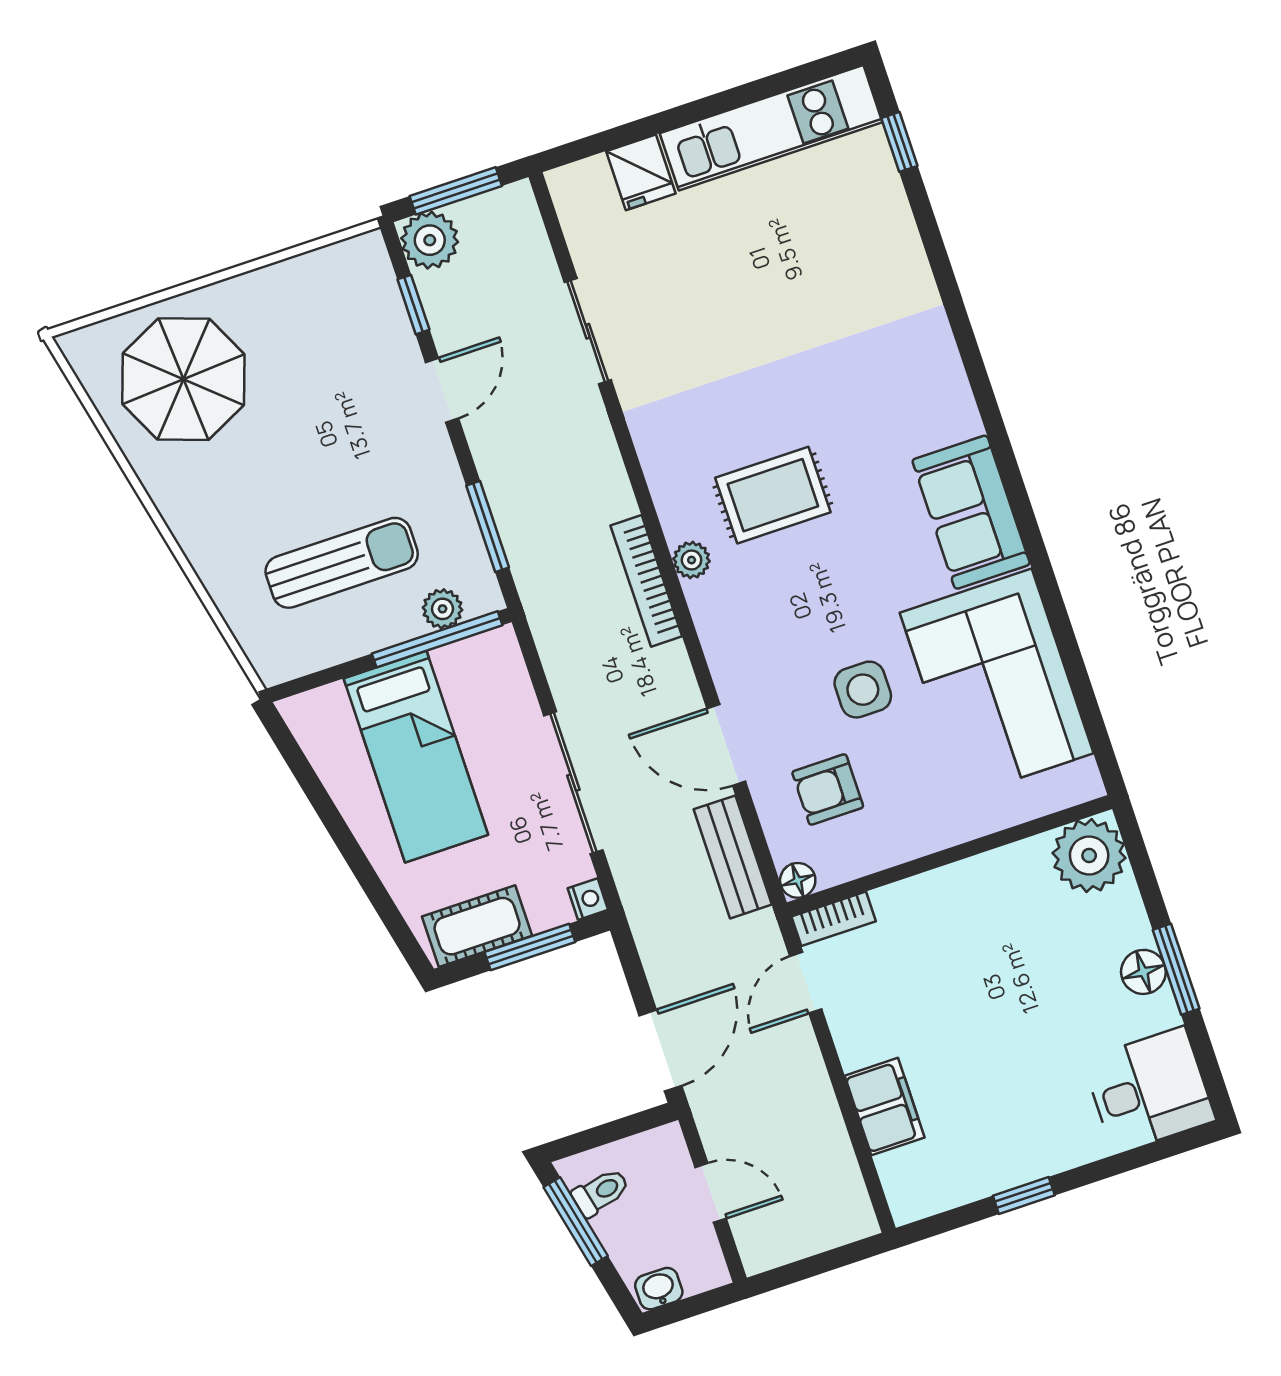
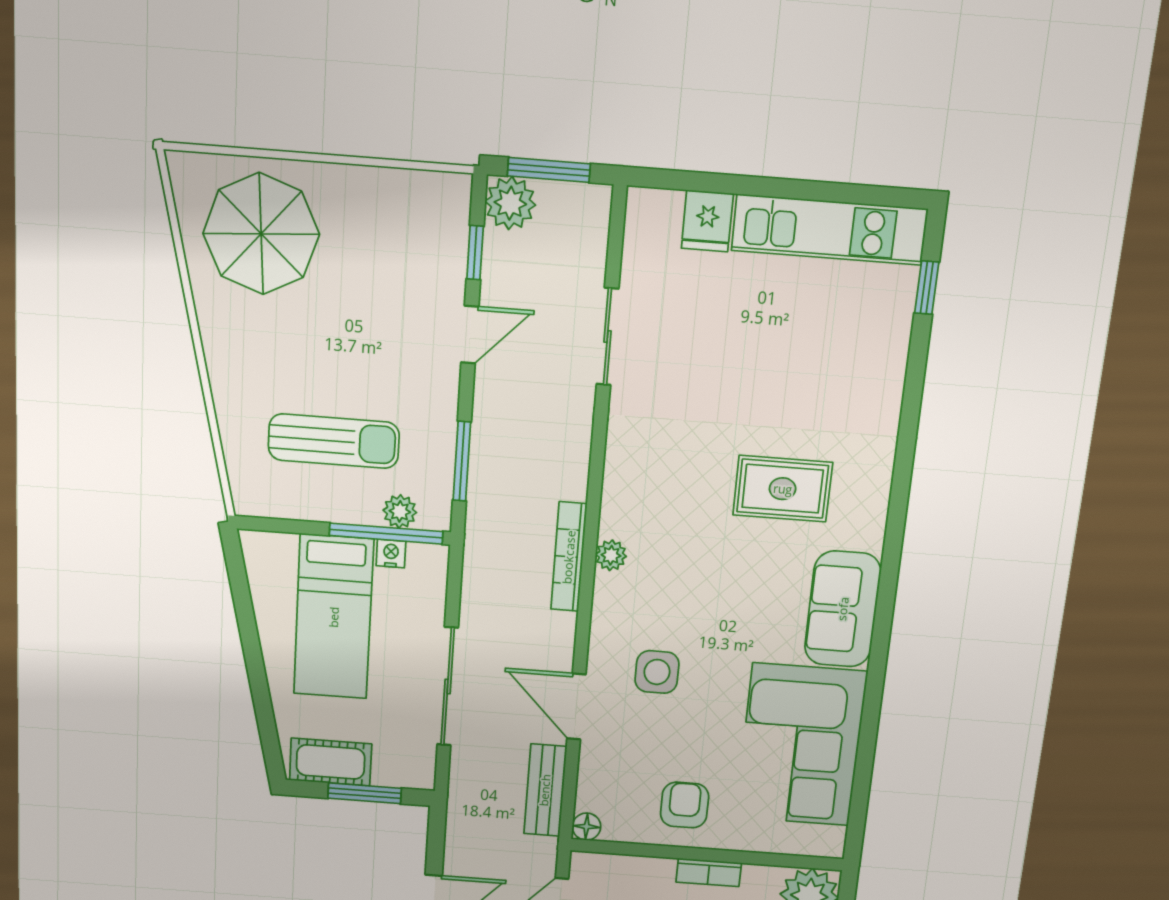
rug: (773, 495) -> (783, 489), moved
side table: (863, 690) -> (657, 672), moved
armchair: (828, 790) -> (685, 805), moved, turned 90
nightstand: (588, 899) -> (391, 554), moved, turned -90
bookcase: (834, 919) -> (709, 873), moved

